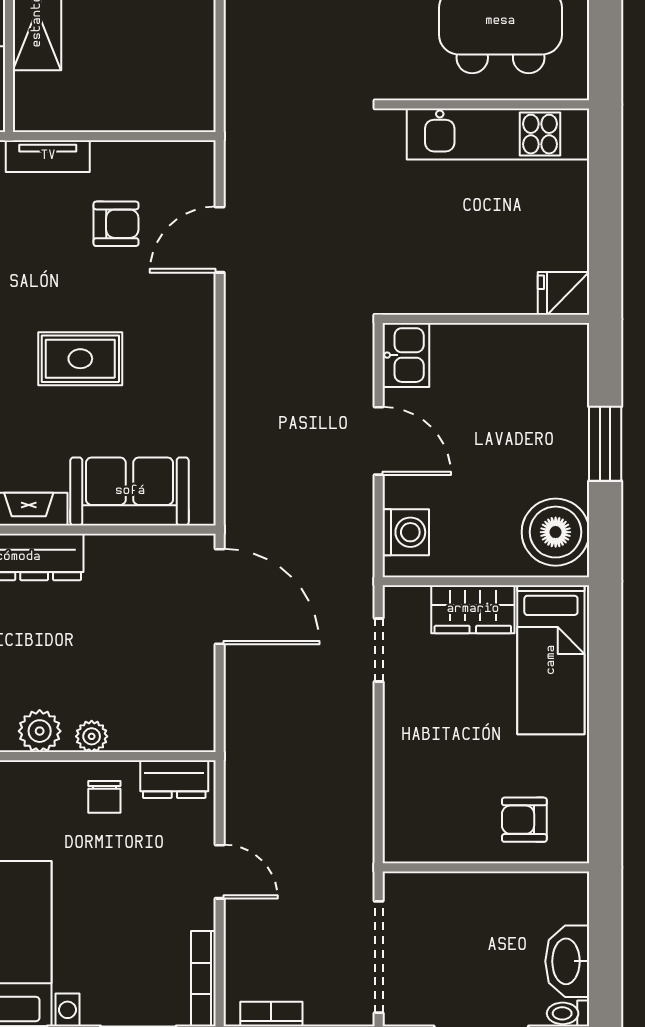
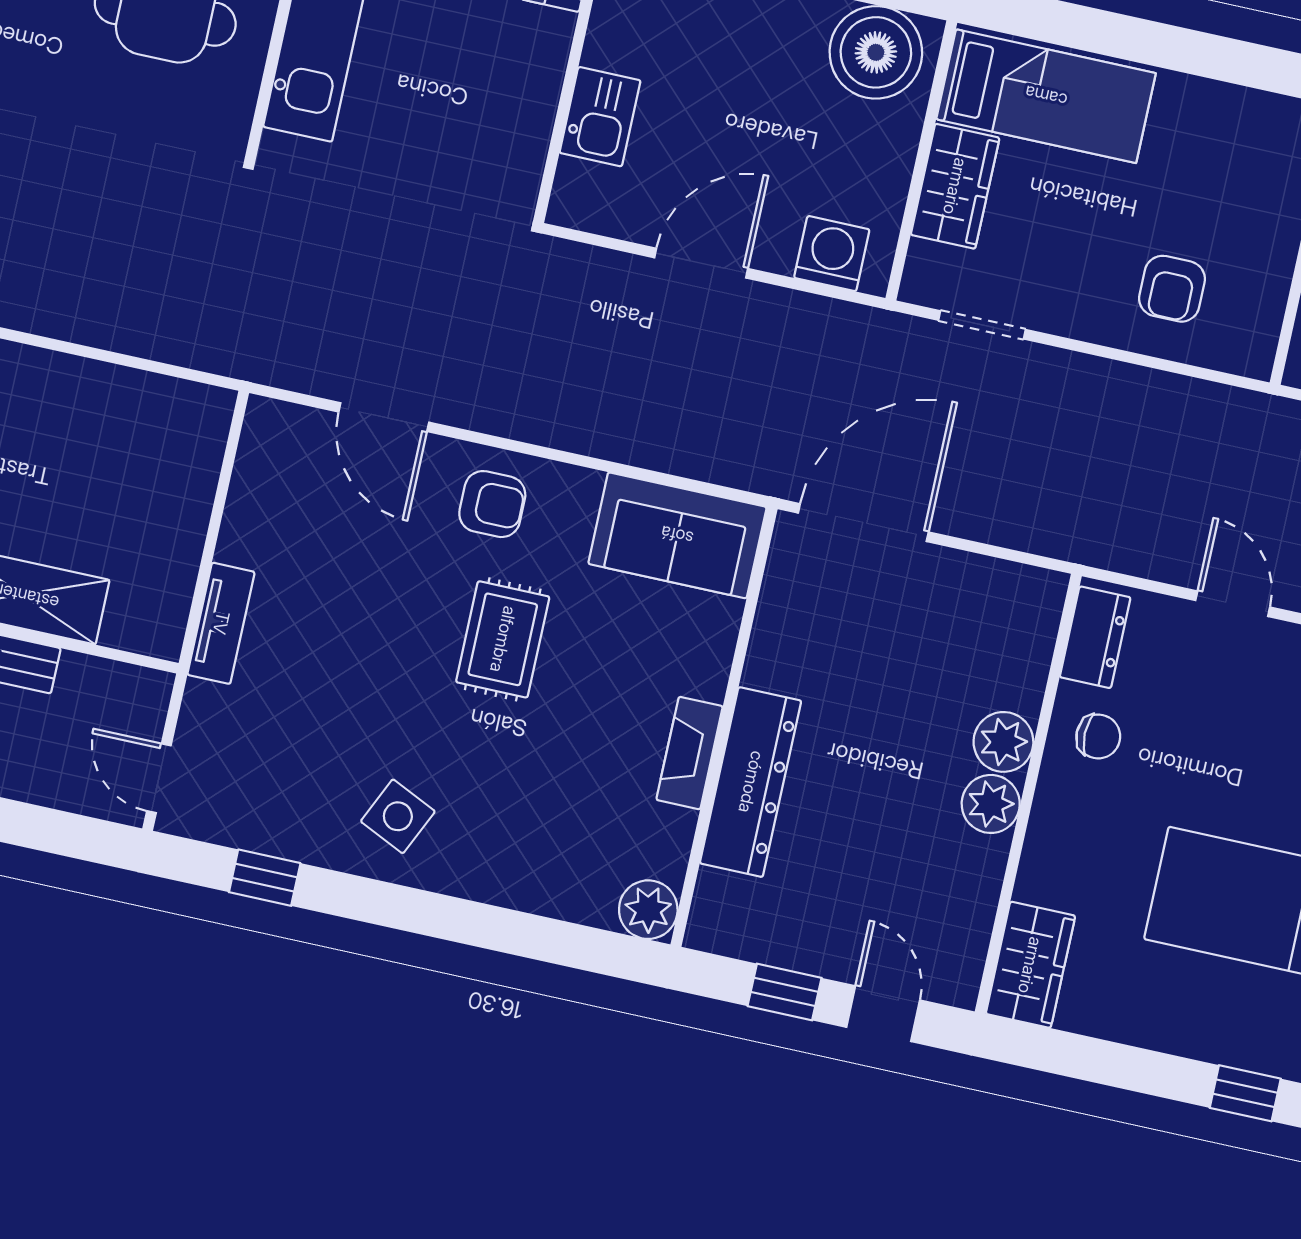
armchair: (116, 224) -> (492, 504), moved, turned 90
kitchen sink: (406, 355) -> (600, 117), moved, turned 90
sofa: (130, 491) -> (677, 535), moved, turned -90
plant: (92, 736) -> (1003, 742), width x1.38, depth x1.38
armchair: (524, 820) -> (1172, 289), moved
door: (220, 872) -> (1233, 604), hinge flipped

